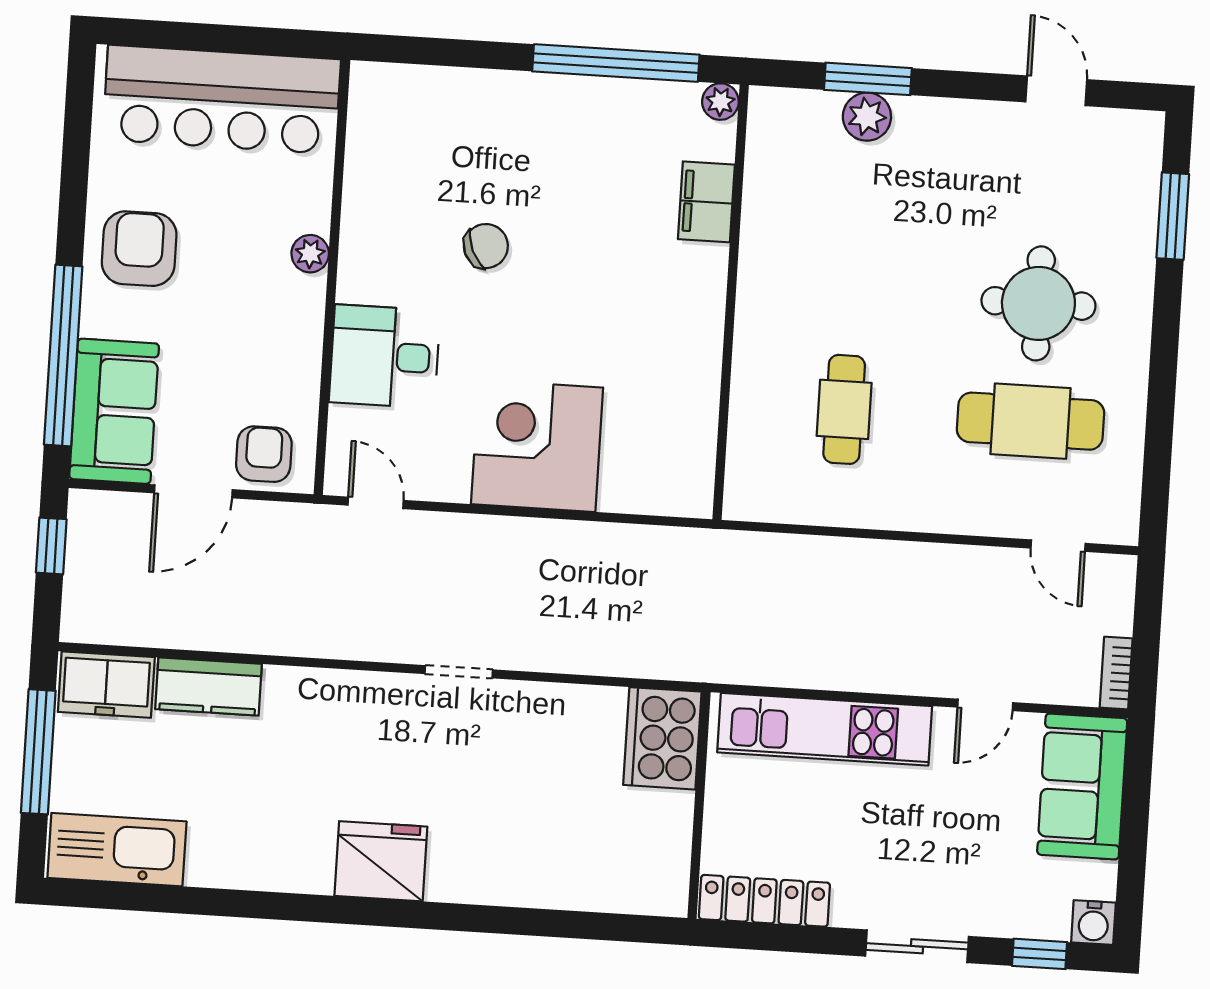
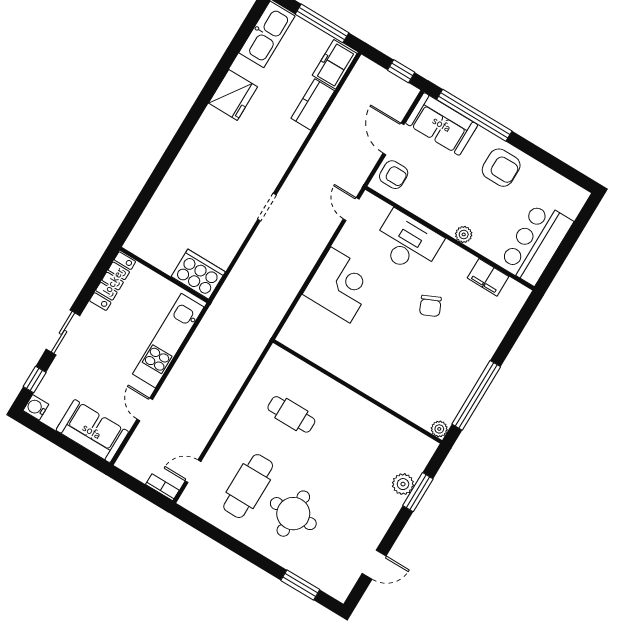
bar counter: (222, 100) -> (536, 243), width x0.73
filing cabinet: (706, 202) -> (488, 277), moved, turned 180
desk: (385, 356) -> (407, 243), width x1.37
door: (376, 503) -> (351, 209), swing flipped
bookcase: (1116, 673) -> (162, 487), moved
fridge: (381, 861) -> (233, 95), moved

